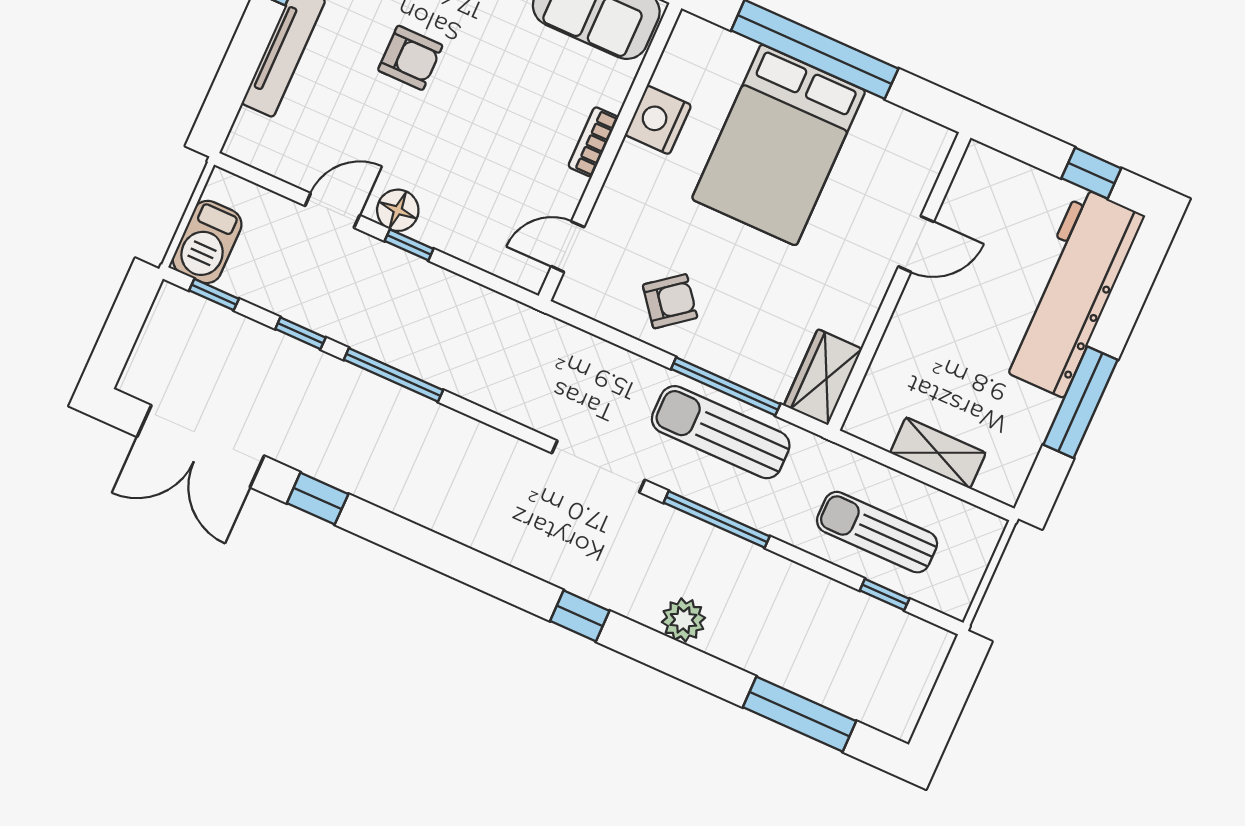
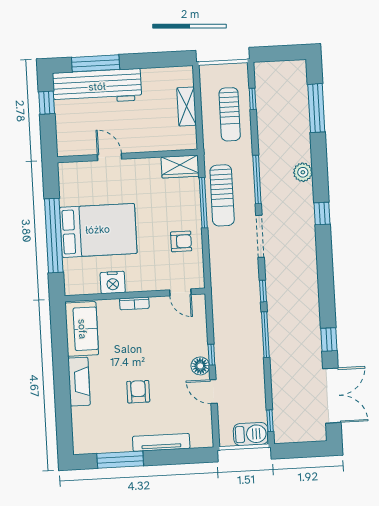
armchair: (670, 301) -> (181, 241), turned 128
window: (300, 333) -> (263, 291), moved
window: (1080, 402) -> (96, 63), moved

